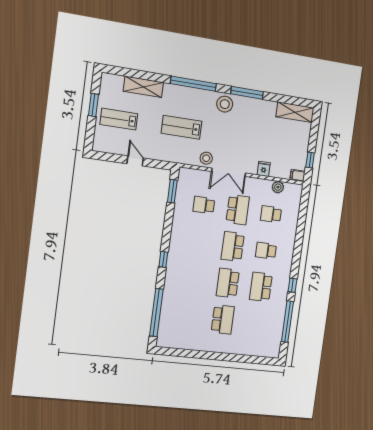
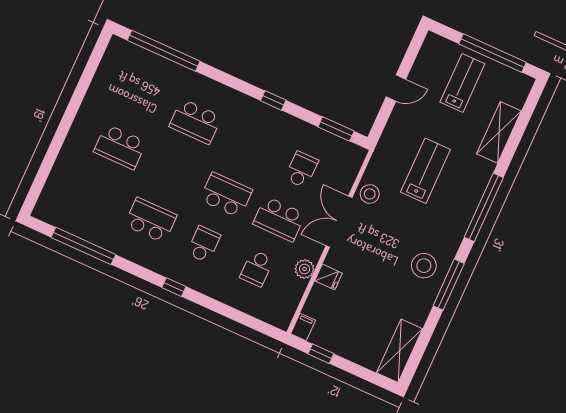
stool: (225, 104) -> (424, 266), moved
window: (93, 105) -> (492, 53), width x2.11
plant: (278, 187) -> (305, 269), moved
school desk: (271, 214) -> (257, 268), turned 180
window: (163, 259) -> (273, 100), moved
school desk: (228, 283) -> (195, 121), moved, turned 180
window: (293, 285) -> (174, 287), moved

